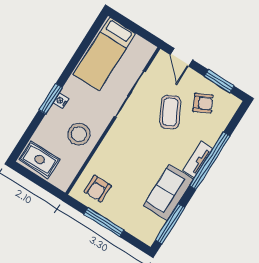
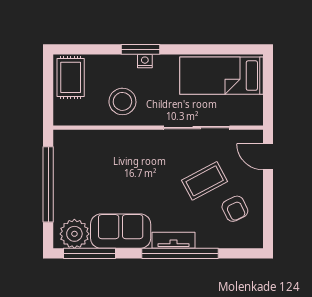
door: (181, 57) -> (268, 157), hinge flipped
window: (219, 81) -> (268, 211), removed
armchair: (98, 189) -> (79, 156), removed
window: (104, 222) -> (48, 184), width x1.46
plant: (150, 226) -> (74, 234), added

